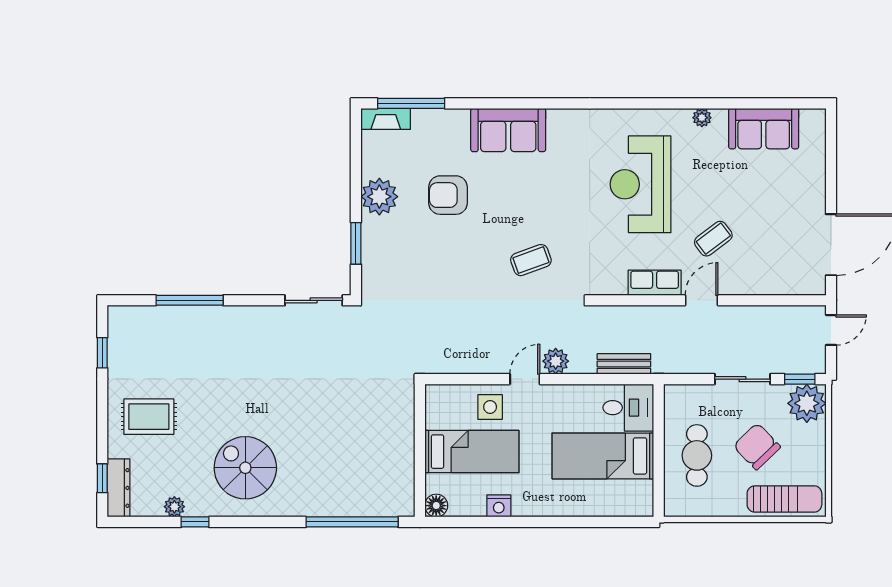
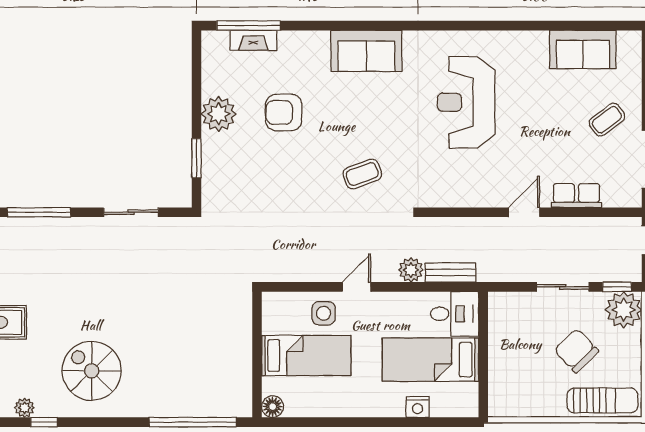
plant: (702, 118) -> (524, 39), removed
fireplace: (386, 119) -> (253, 40), moved
sofa: (508, 130) -> (366, 51), moved
coffee table: (713, 239) -> (607, 120), moved
row of seats: (655, 283) -> (576, 196), moved
sliding door: (314, 300) -> (131, 212), moved
plant: (556, 361) -> (411, 270), moved
cafe table: (697, 455) -> (519, 359), removed
nightstand: (499, 506) -> (418, 407), moved

